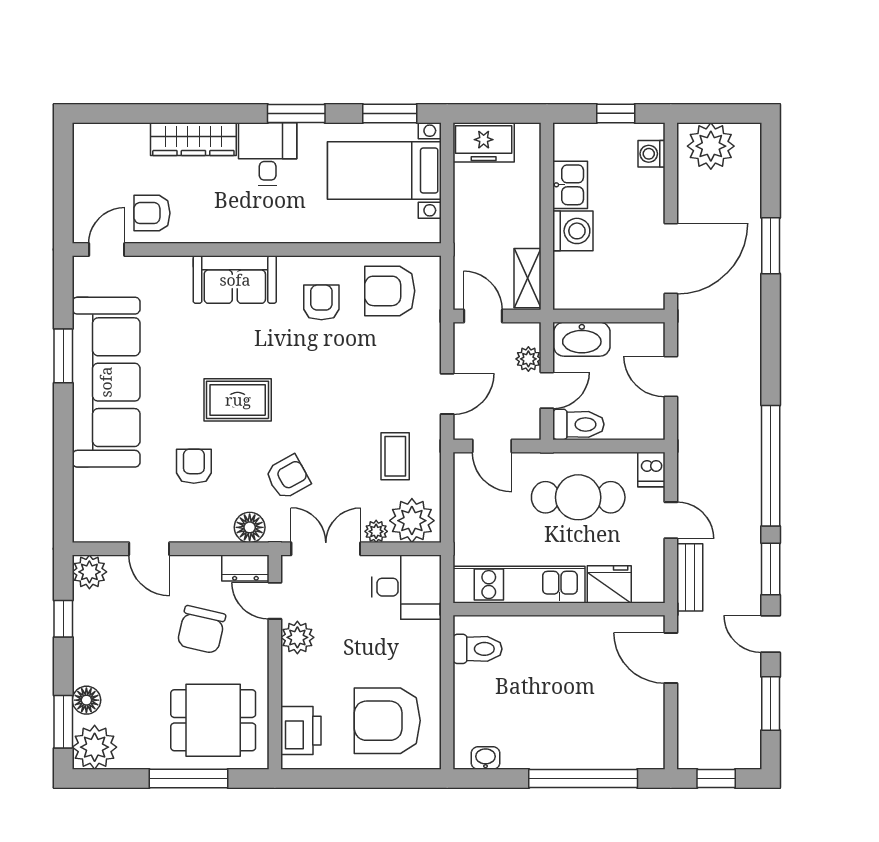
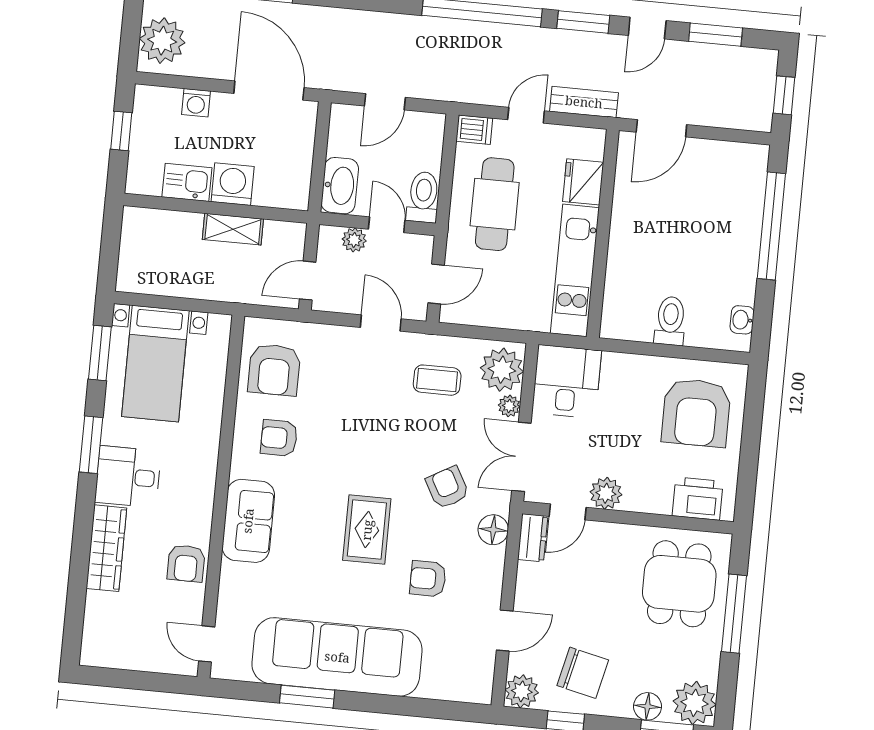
freezer: (484, 142) -> (137, 263), removed
washing machine: (651, 154) -> (196, 103), moved
armchair: (152, 213) -> (186, 563), moved
shelving: (527, 278) -> (233, 229), moved
chair: (201, 630) -> (583, 673), moved
toilet: (478, 649) -> (670, 321), moved

